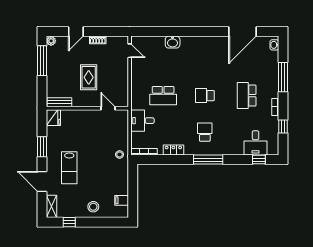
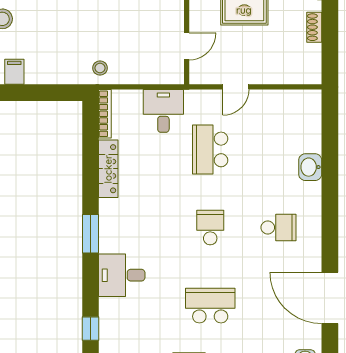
door: (130, 51) -> (236, 87), moved
school desk: (205, 132) -> (279, 228), moved
desk: (256, 143) -> (122, 275), moved
locker: (173, 150) -> (108, 169), width x1.53
window: (208, 160) -> (91, 234), width x0.69

